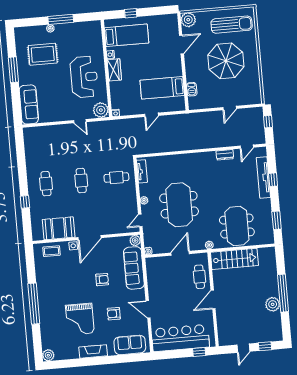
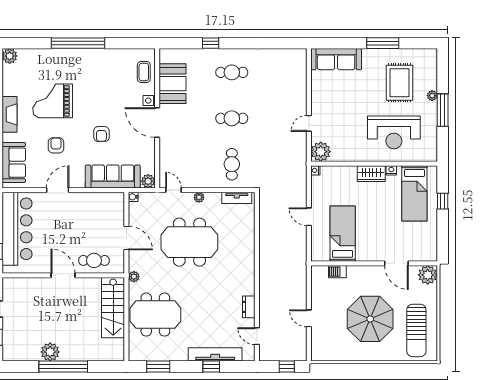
reception desk: (84, 77) -> (394, 132), moved

